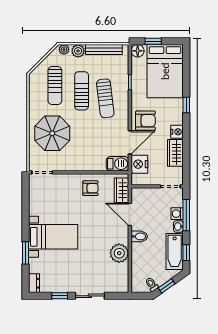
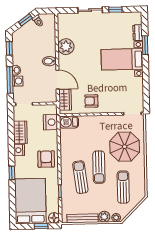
sun lounger: (82, 91) -> (99, 167), moved
armchair: (145, 121) -> (46, 159), turned 90
door: (130, 142) -> (59, 140), removed
bathtub: (175, 251) -> (19, 49), removed
dresser: (34, 283) -> (138, 33), moved

